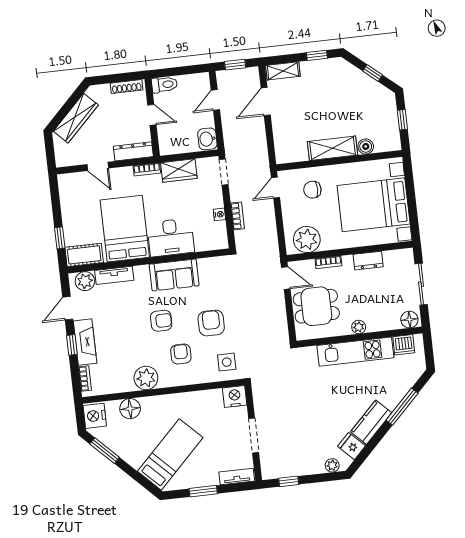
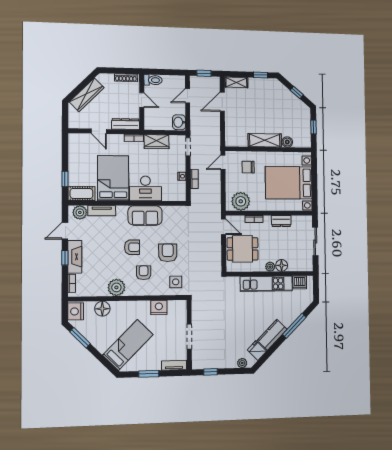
floor lamp: (409, 320) -> (282, 265), moved
nightstand: (235, 396) -> (159, 308), moved

